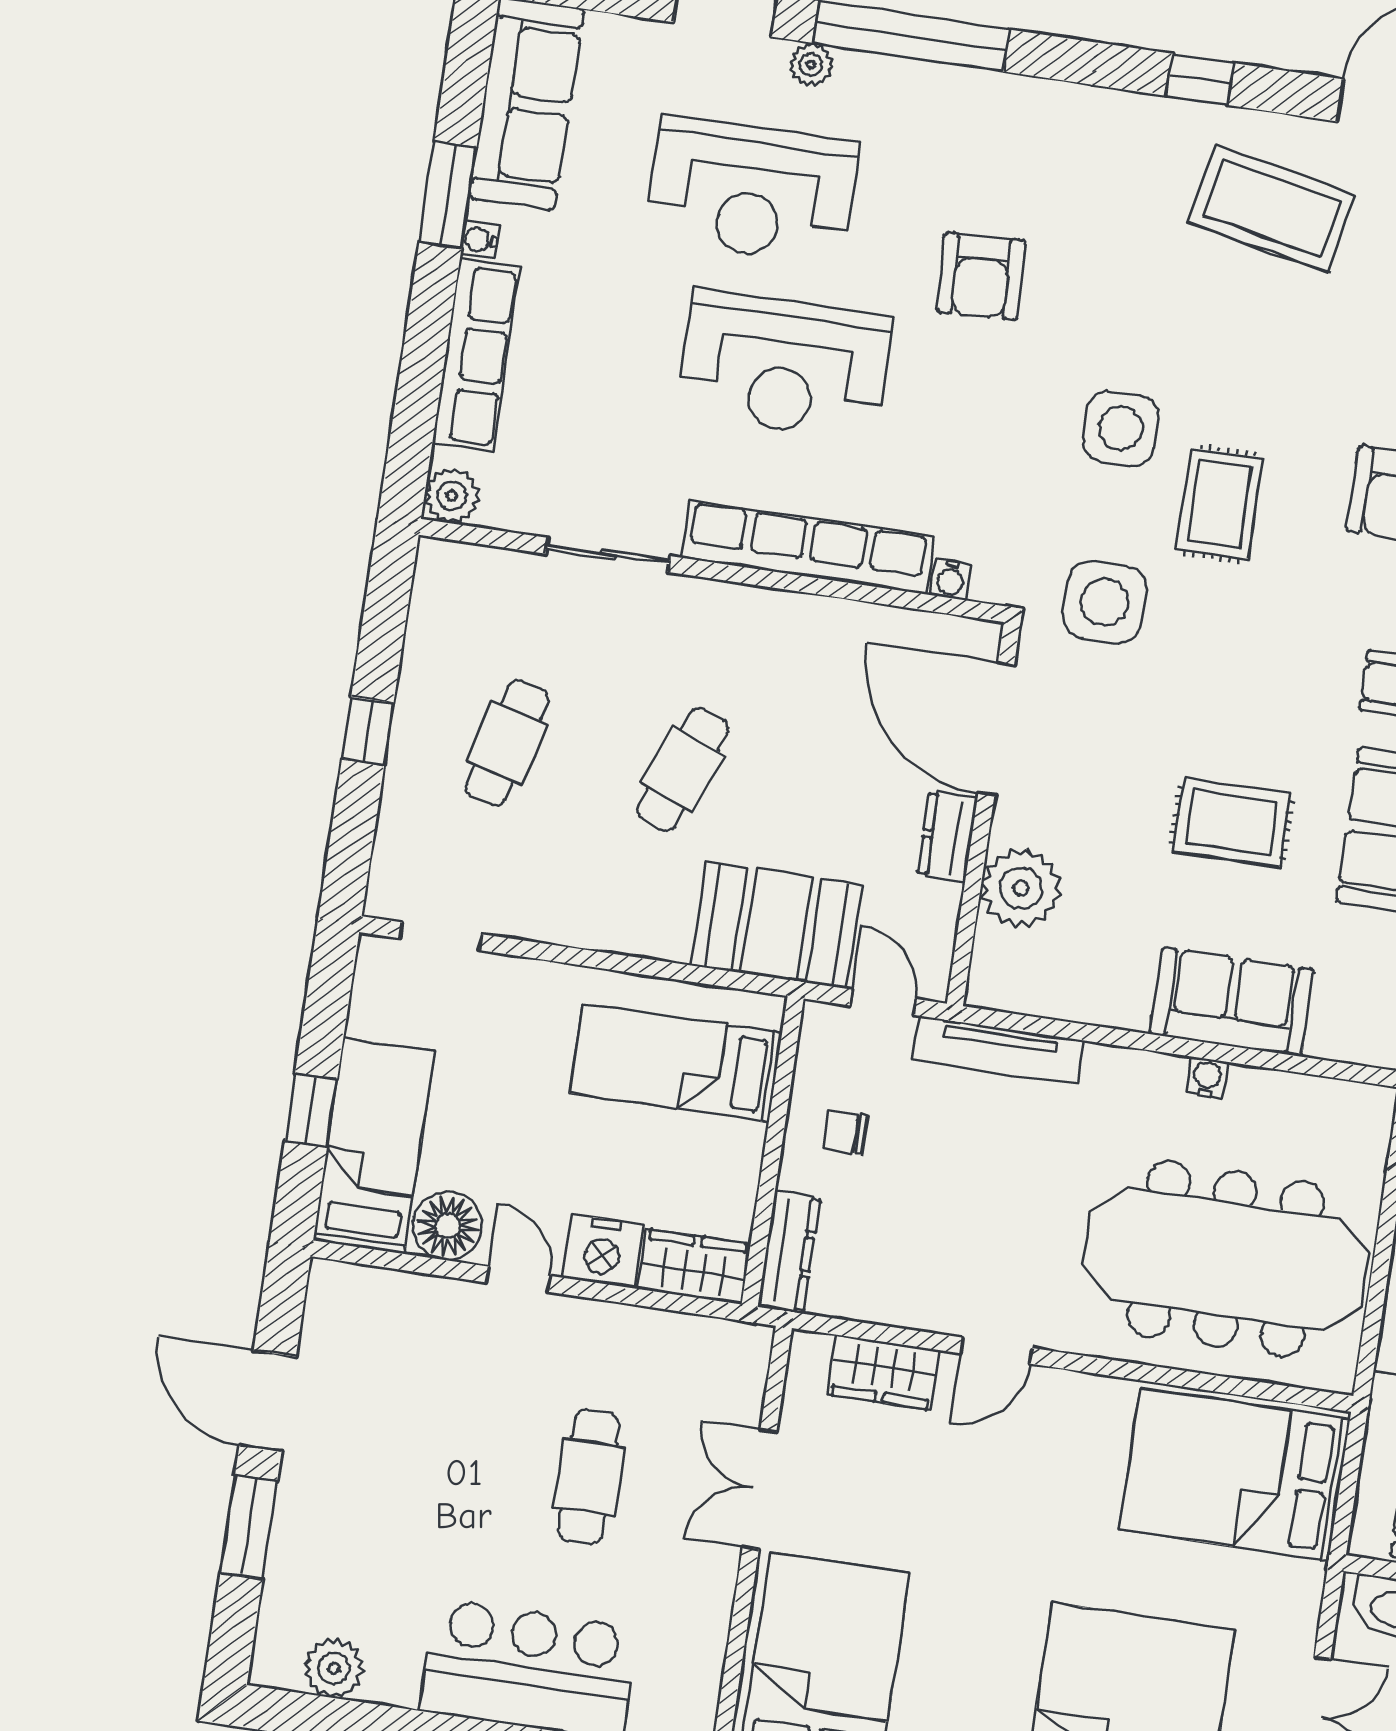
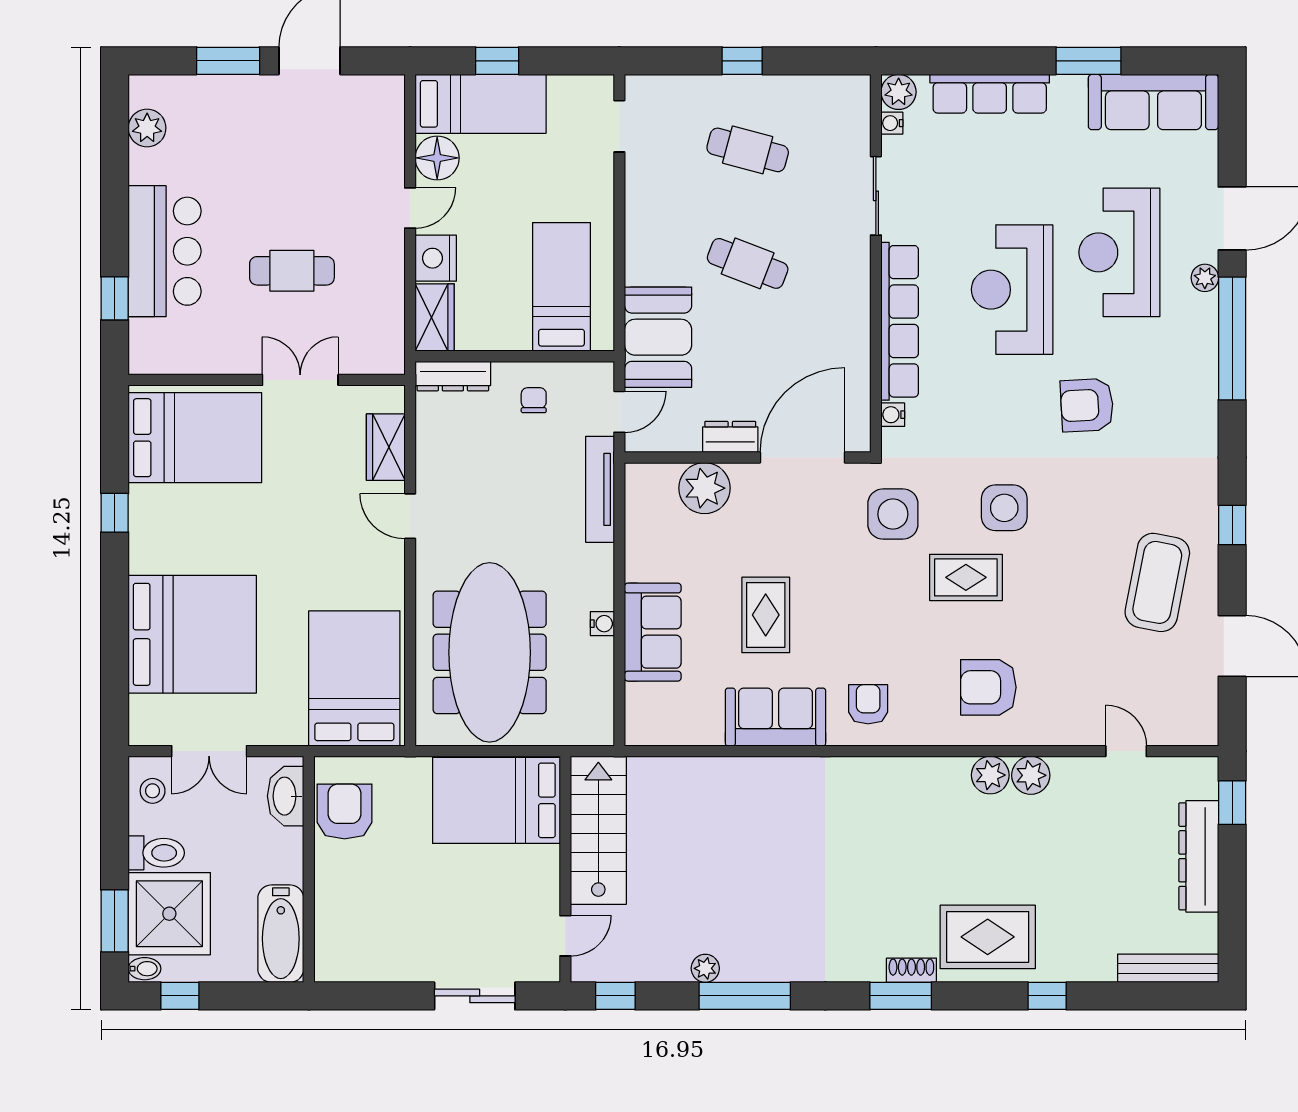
water cooler: (480, 239) -> (892, 123), moved, turned -90

